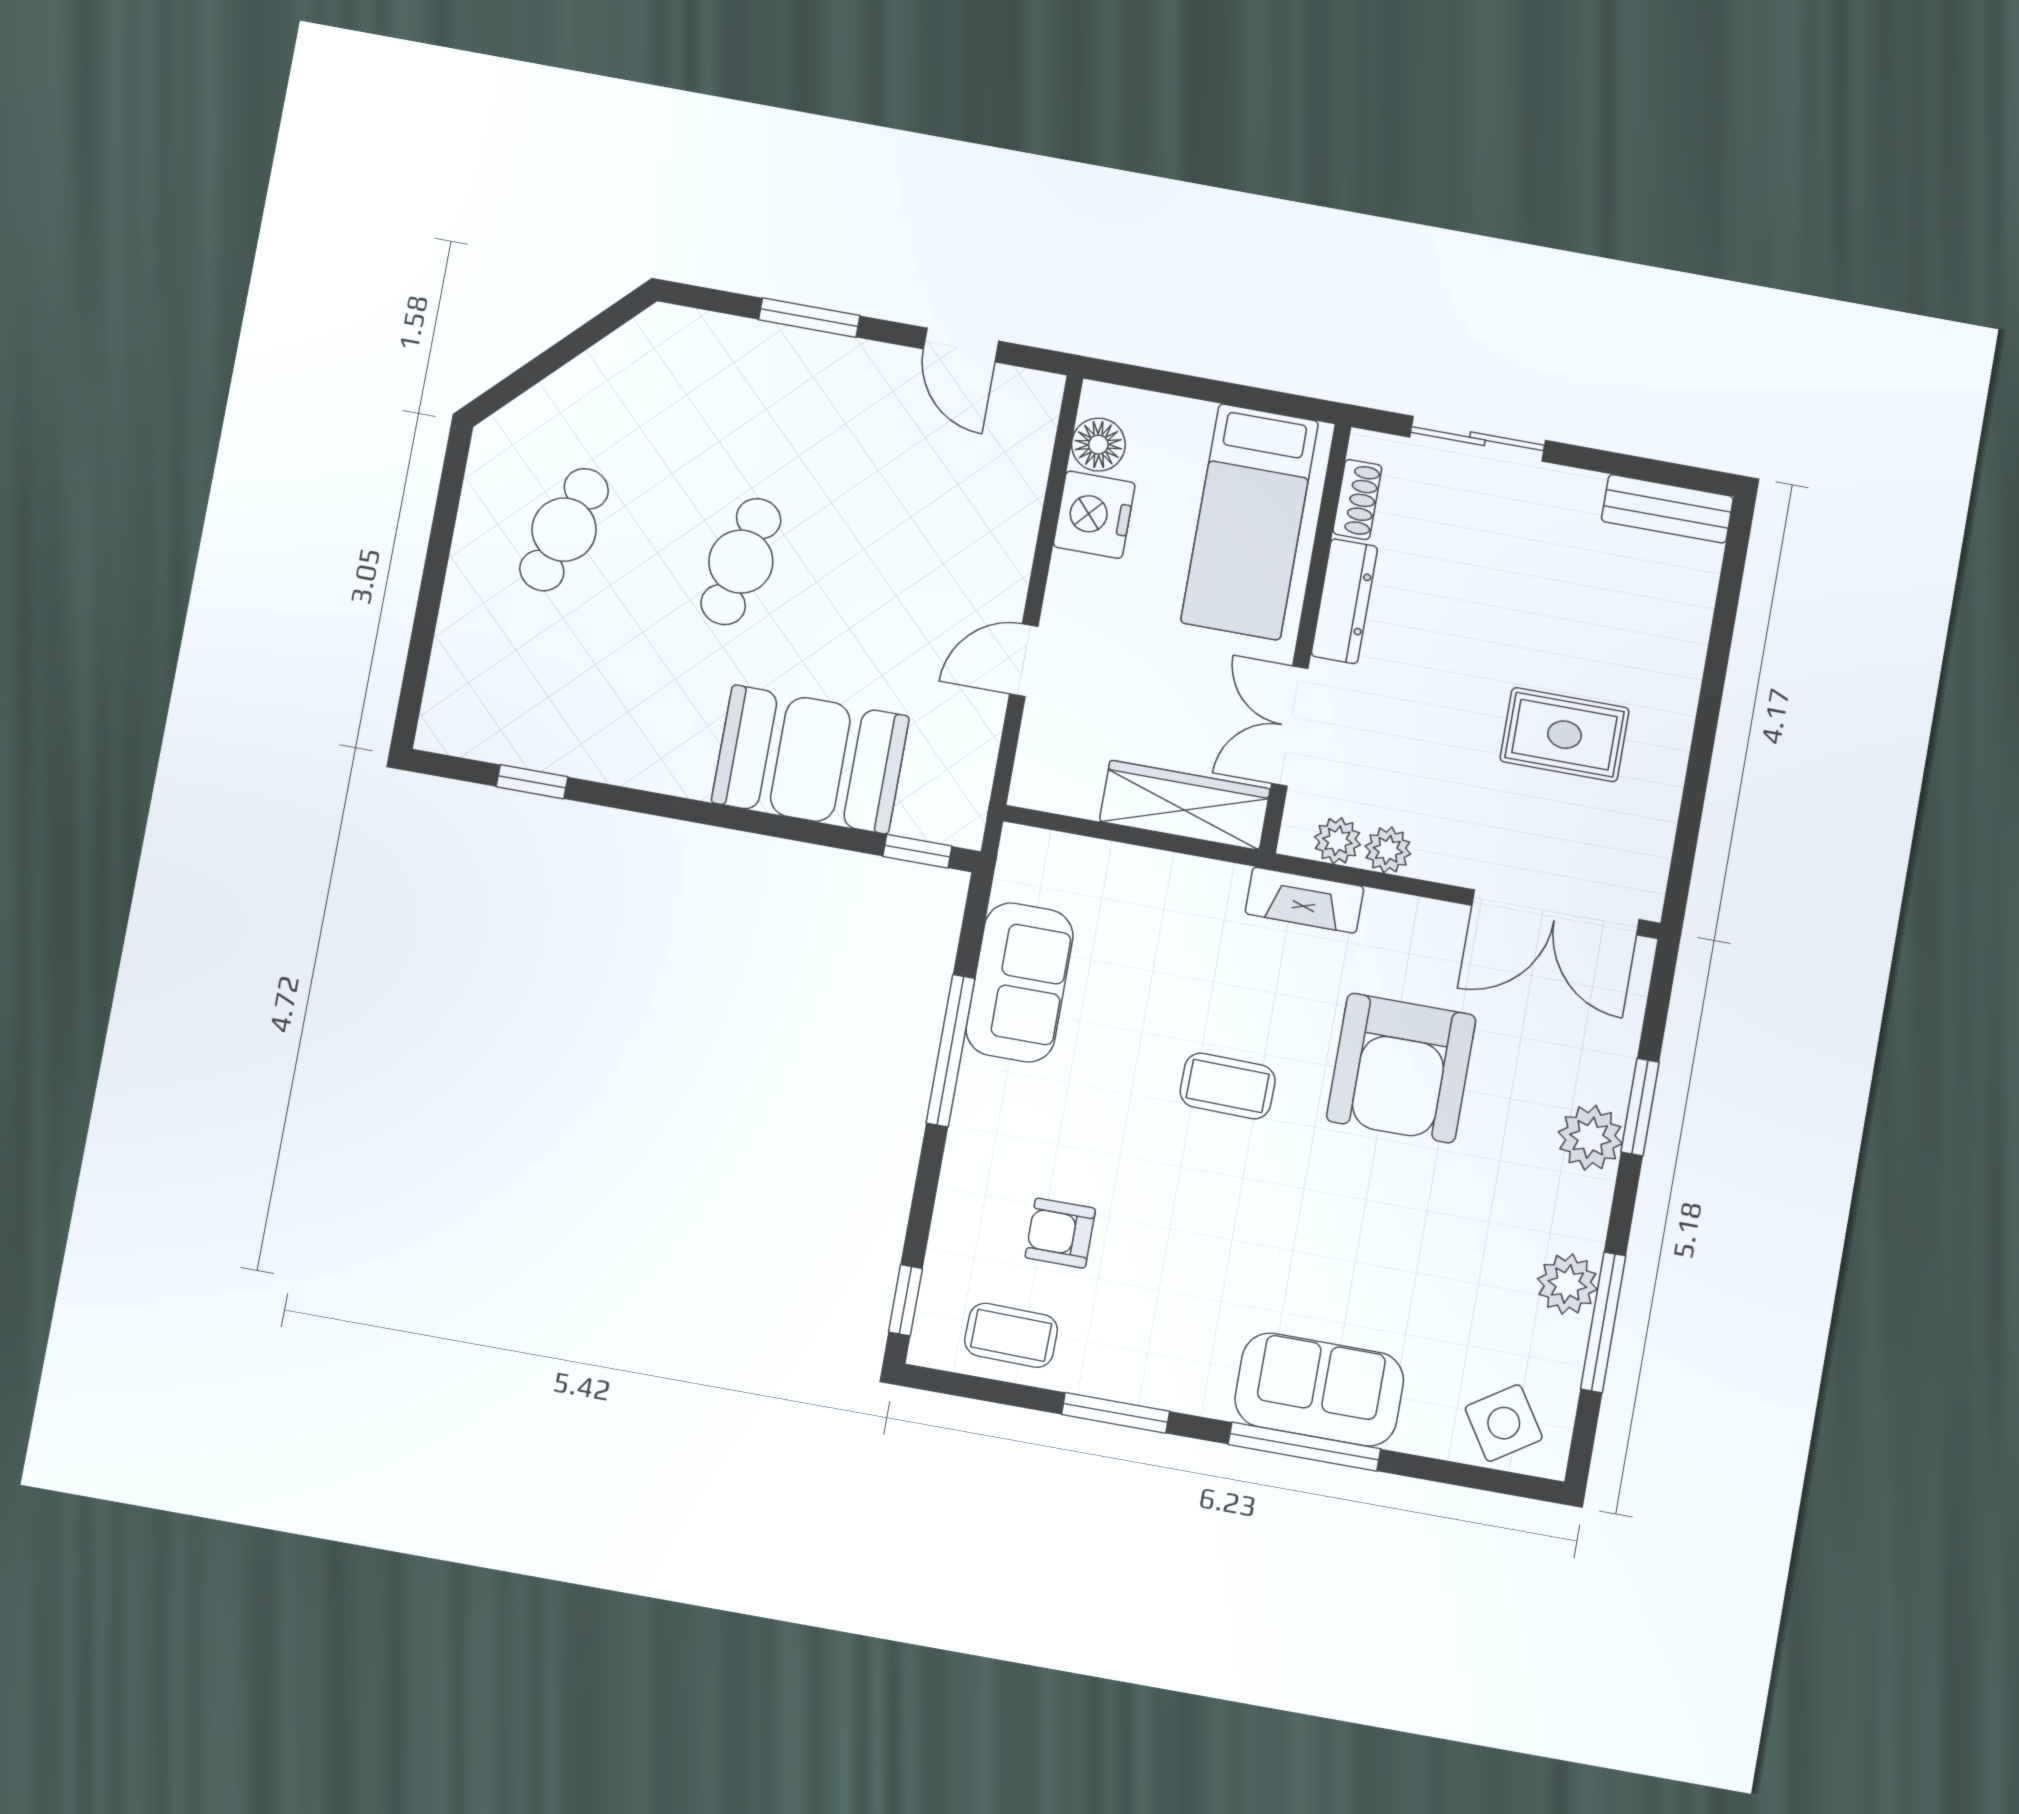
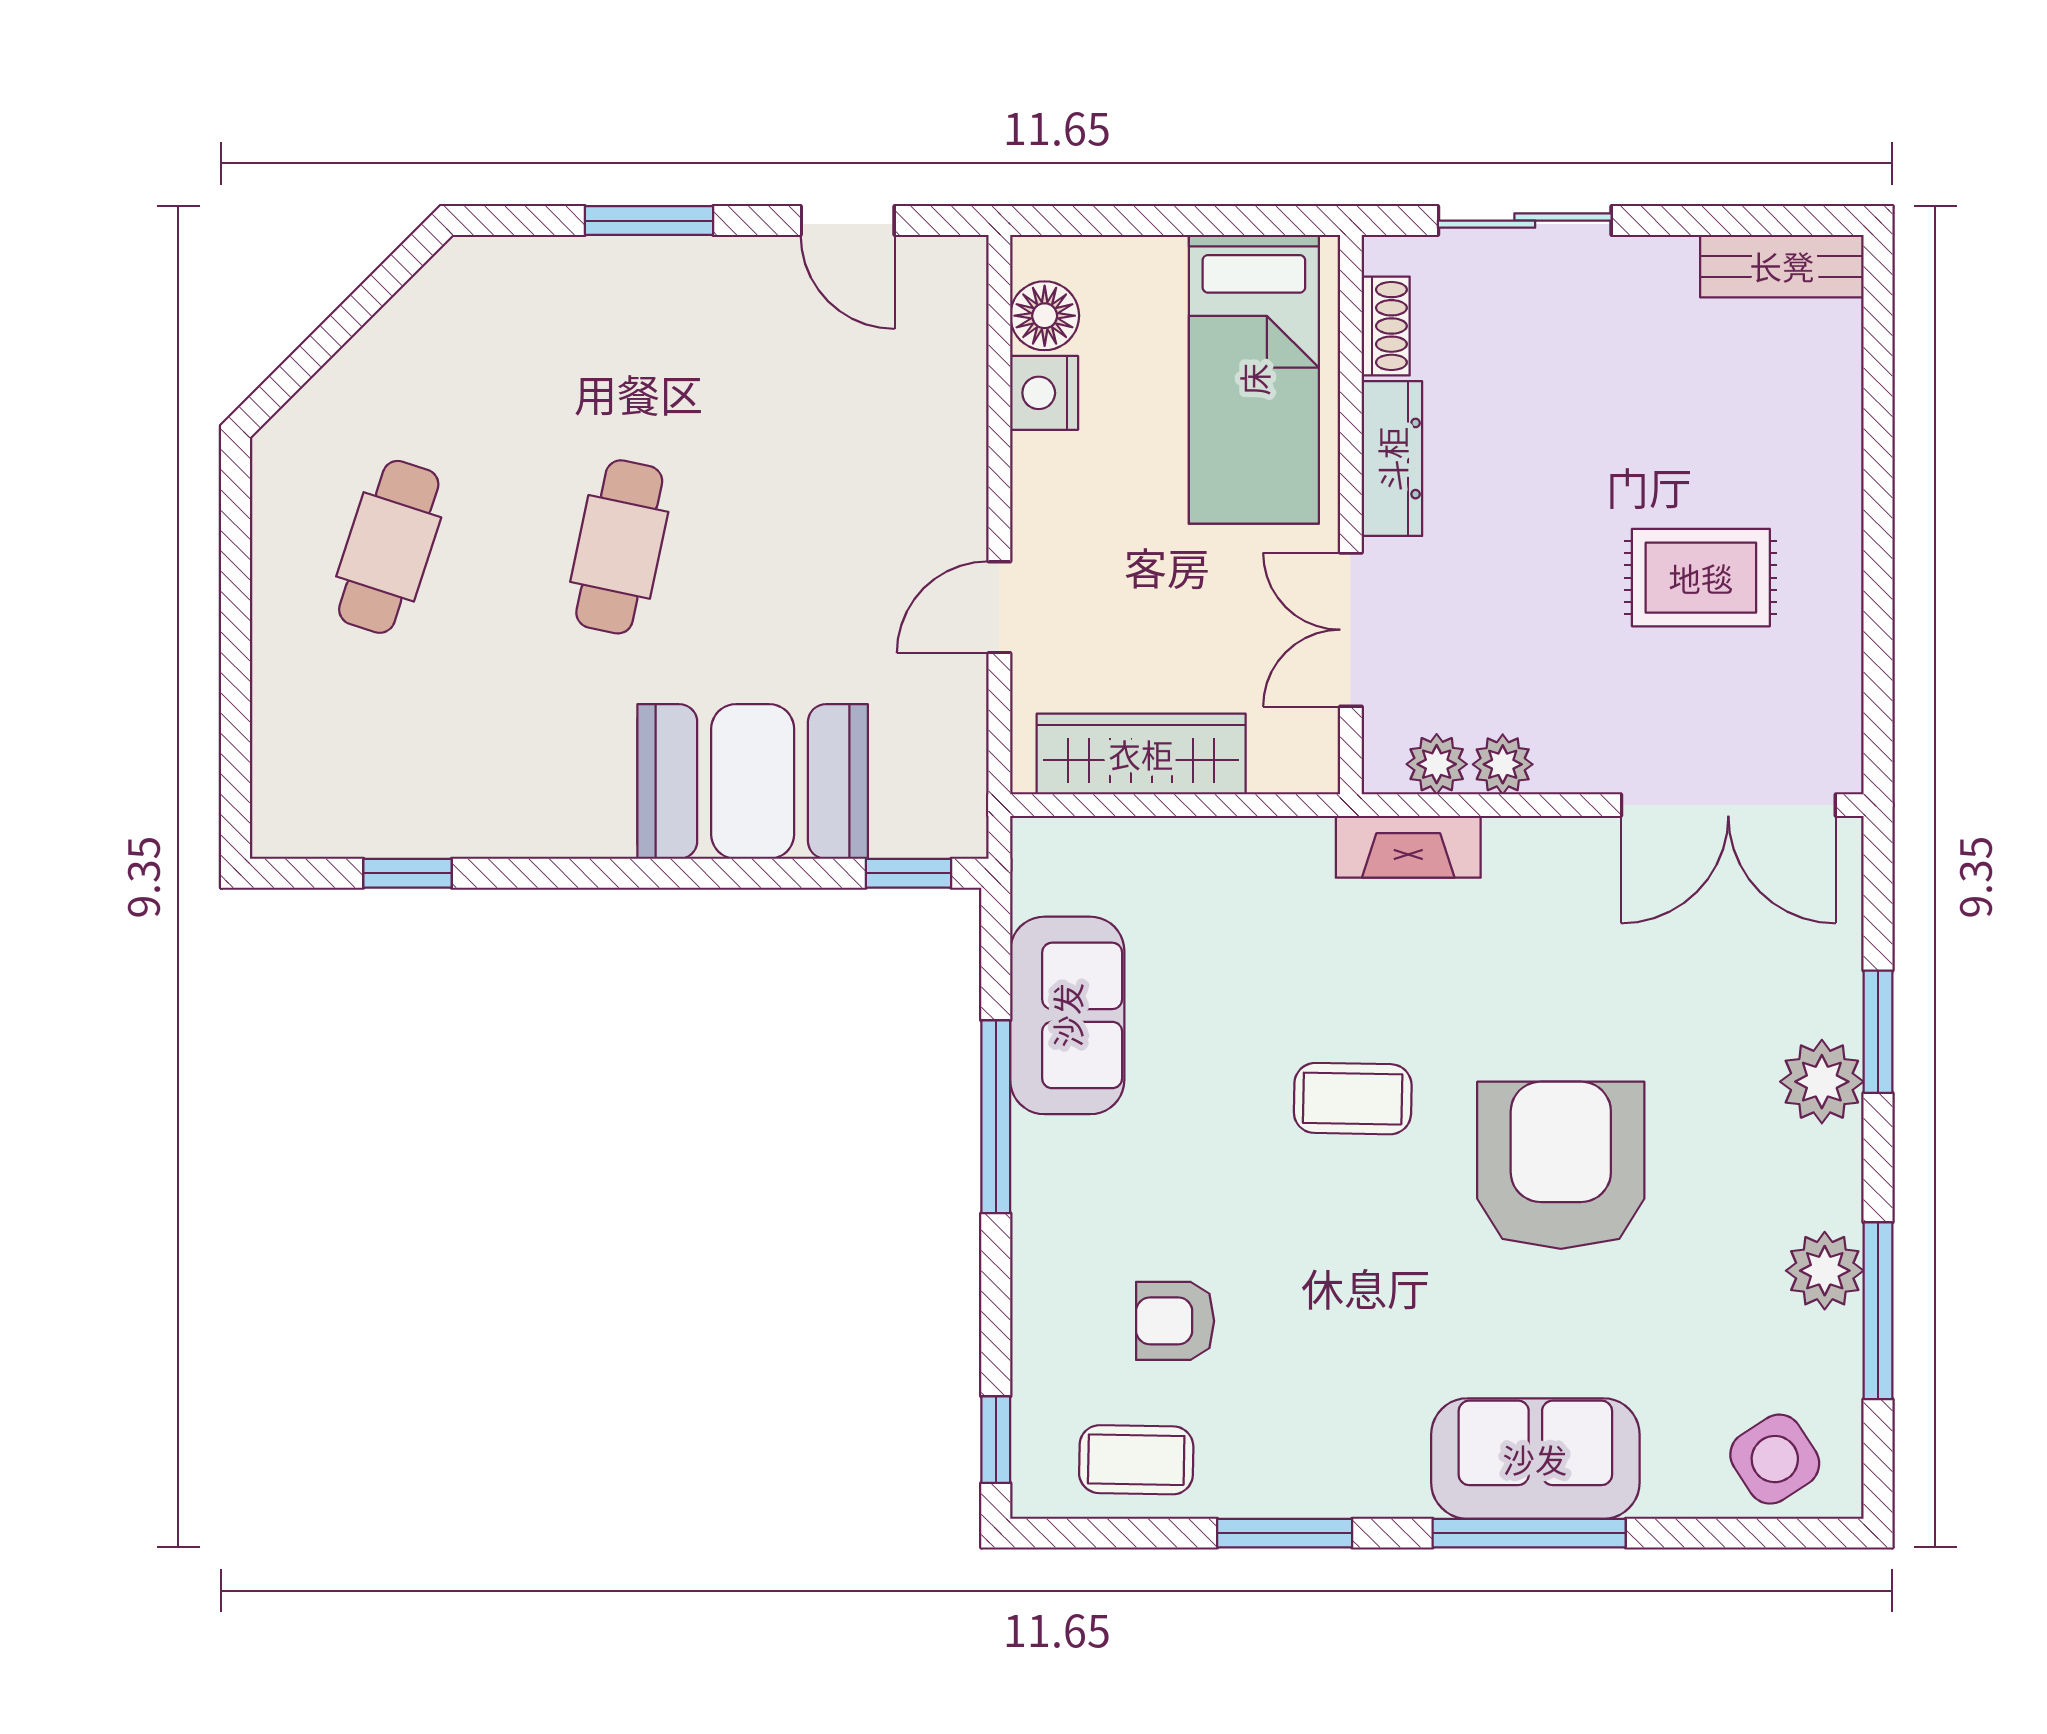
nightstand: (1094, 515) -> (1044, 393), width x0.74, depth x0.75
wardrobe: (1185, 805) -> (1141, 754), moved
armchair: (1401, 1068) -> (1561, 1165), moved, turned 180

